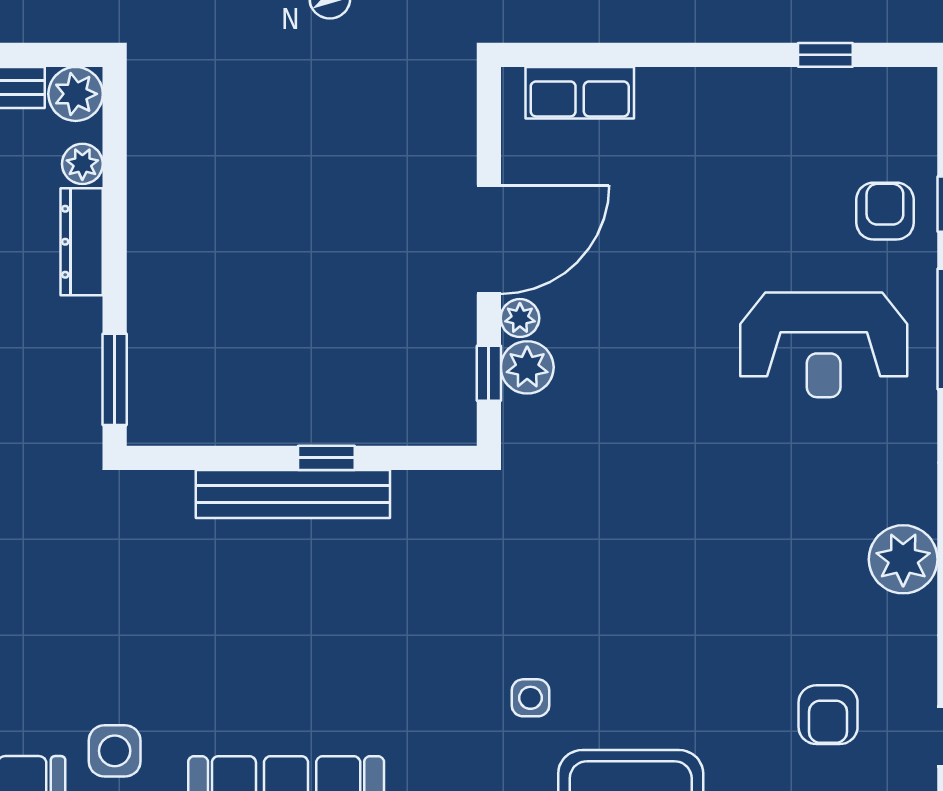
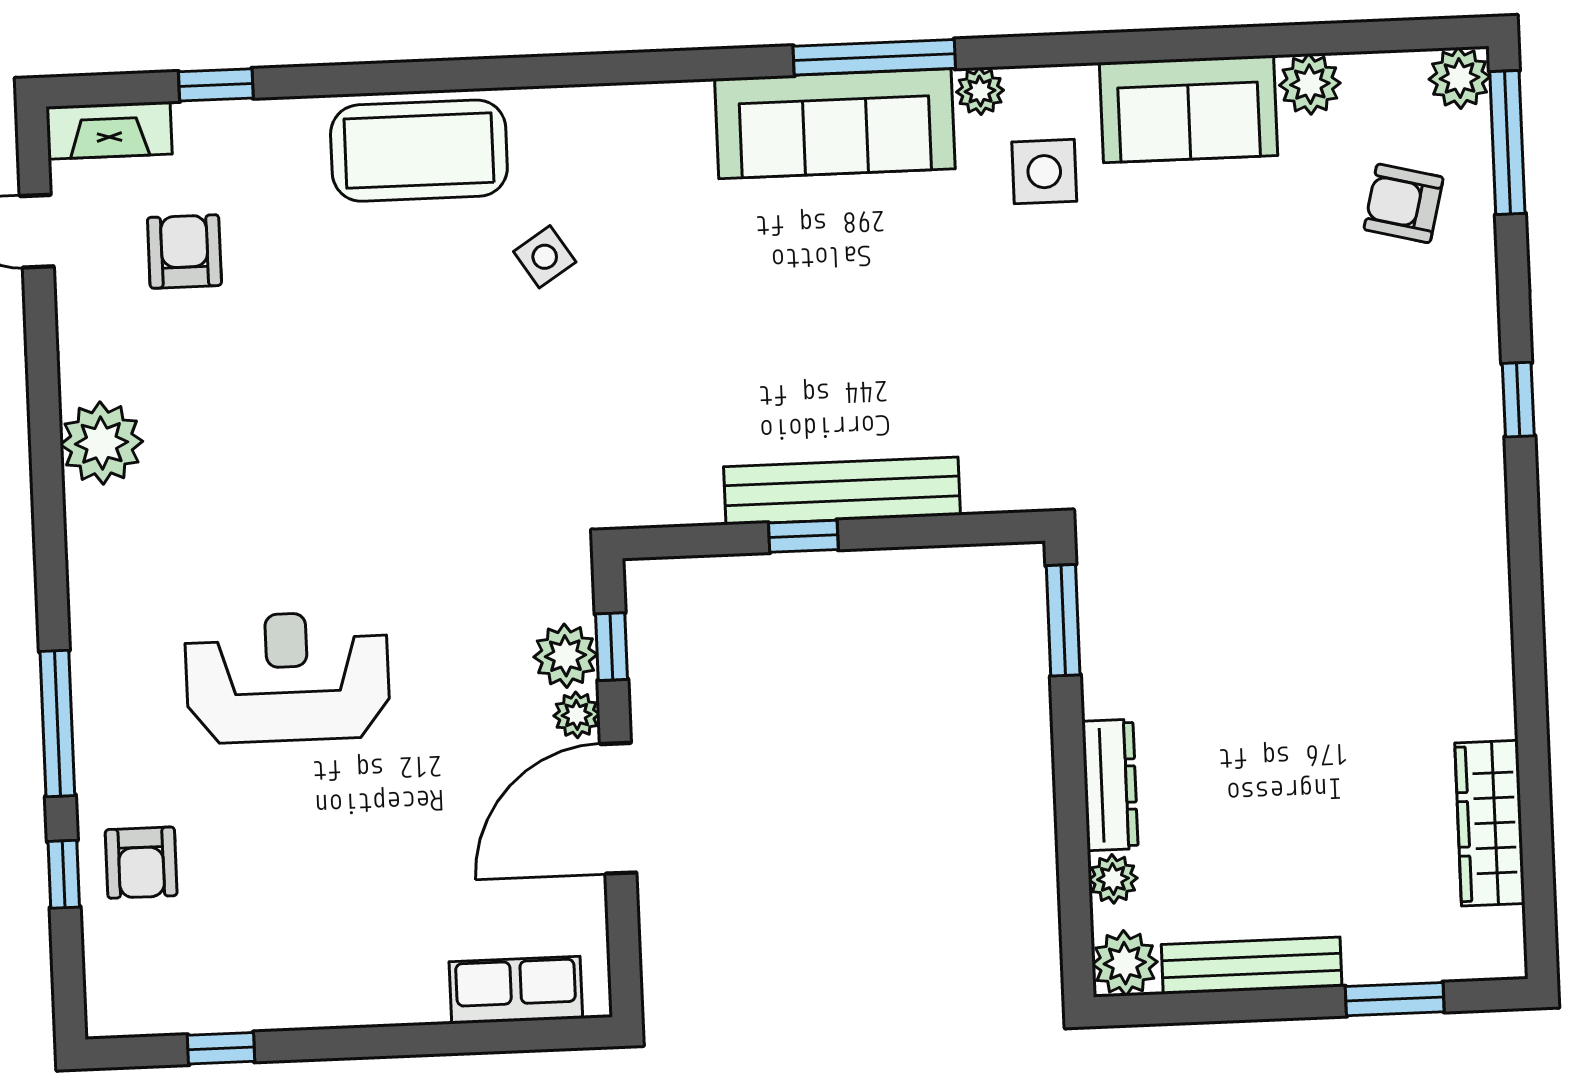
reception desk: (824, 345) -> (287, 677), moved
side table: (530, 698) -> (545, 257), turned -33

